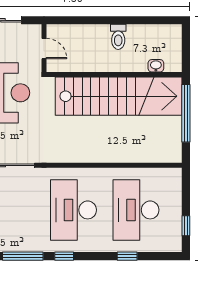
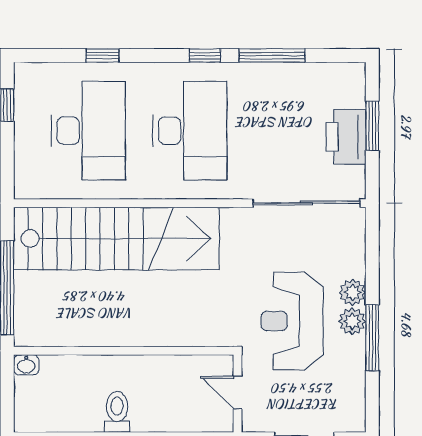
washbasin: (156, 66) -> (26, 365), moved
stairs: (119, 96) -> (116, 238), moved, turned 180

